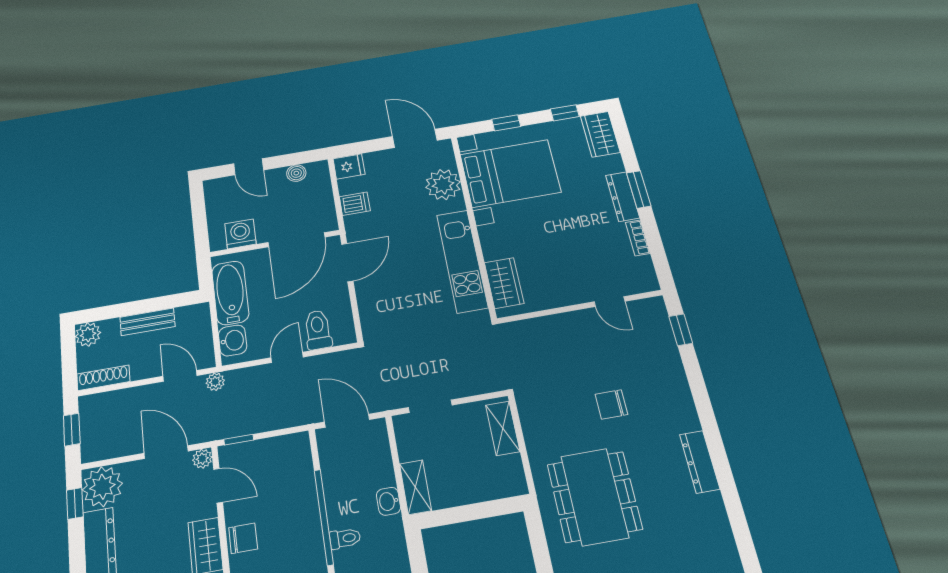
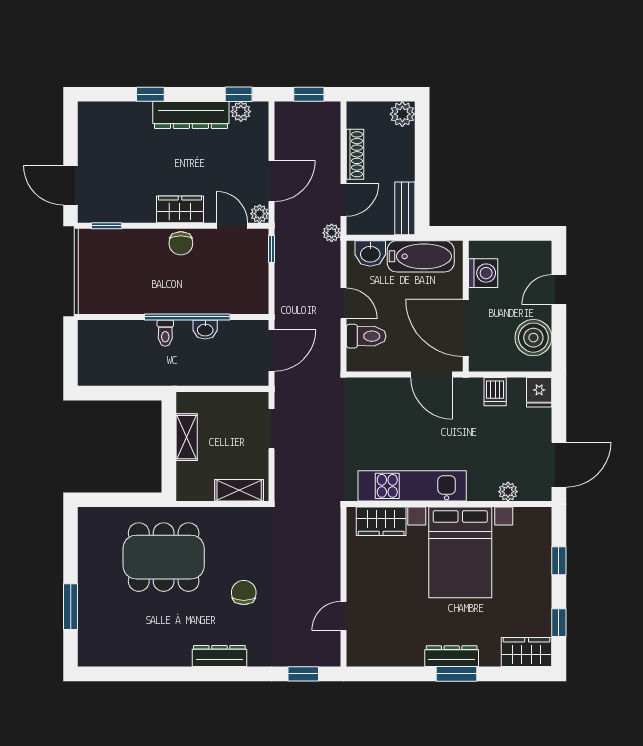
boiler: (296, 173) -> (533, 338), width x1.86, depth x1.86
bed with nightstands: (510, 173) -> (460, 552), moved
plant: (443, 185) -> (508, 492), width x0.53, depth x0.53
bookcase: (638, 238) -> (404, 659), removed
bench: (147, 322) -> (405, 208), moved
shoe rack: (103, 378) -> (355, 154), moved
dresser: (700, 462) -> (219, 656), moved
door: (218, 486) -> (232, 226), swing flipped
plant: (102, 487) -> (241, 112), width x0.53, depth x0.53
shelving: (415, 487) -> (187, 437), moved, turned 90
washbasin: (388, 501) -> (205, 329), moved, turned 180

